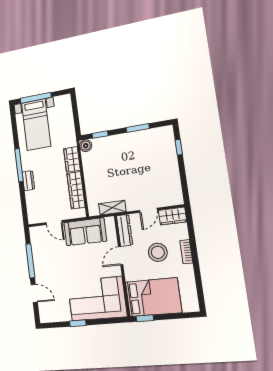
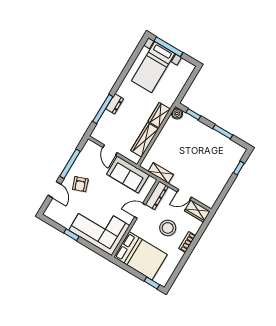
window: (19, 165) -> (103, 109), moved
armchair: (52, 272) -> (80, 184), added
window: (145, 318) -> (152, 283), moved

